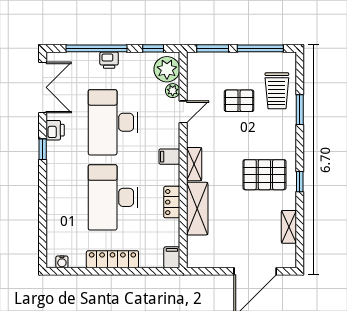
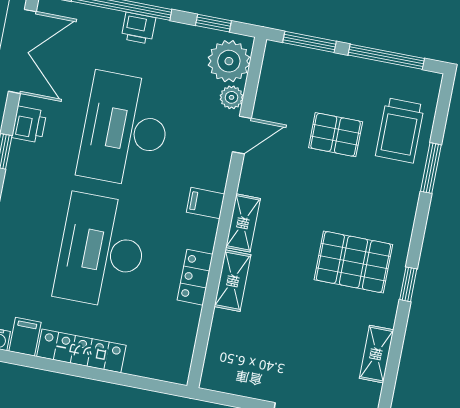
shelving: (197, 209) -> (233, 281), width x0.67, depth x0.75
filing cabinet: (172, 257) -> (25, 337), moved

